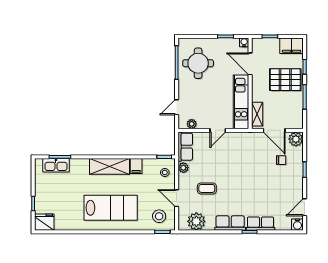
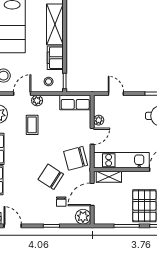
plant: (192, 124) -> (99, 120), moved
door: (218, 130) -> (92, 136), swing flipped
chair: (239, 146) -> (76, 158), added
filing cabinet: (136, 166) -> (55, 58), width x2.00
plant: (183, 168) -> (37, 101), moved
chair: (257, 170) -> (51, 177), added

